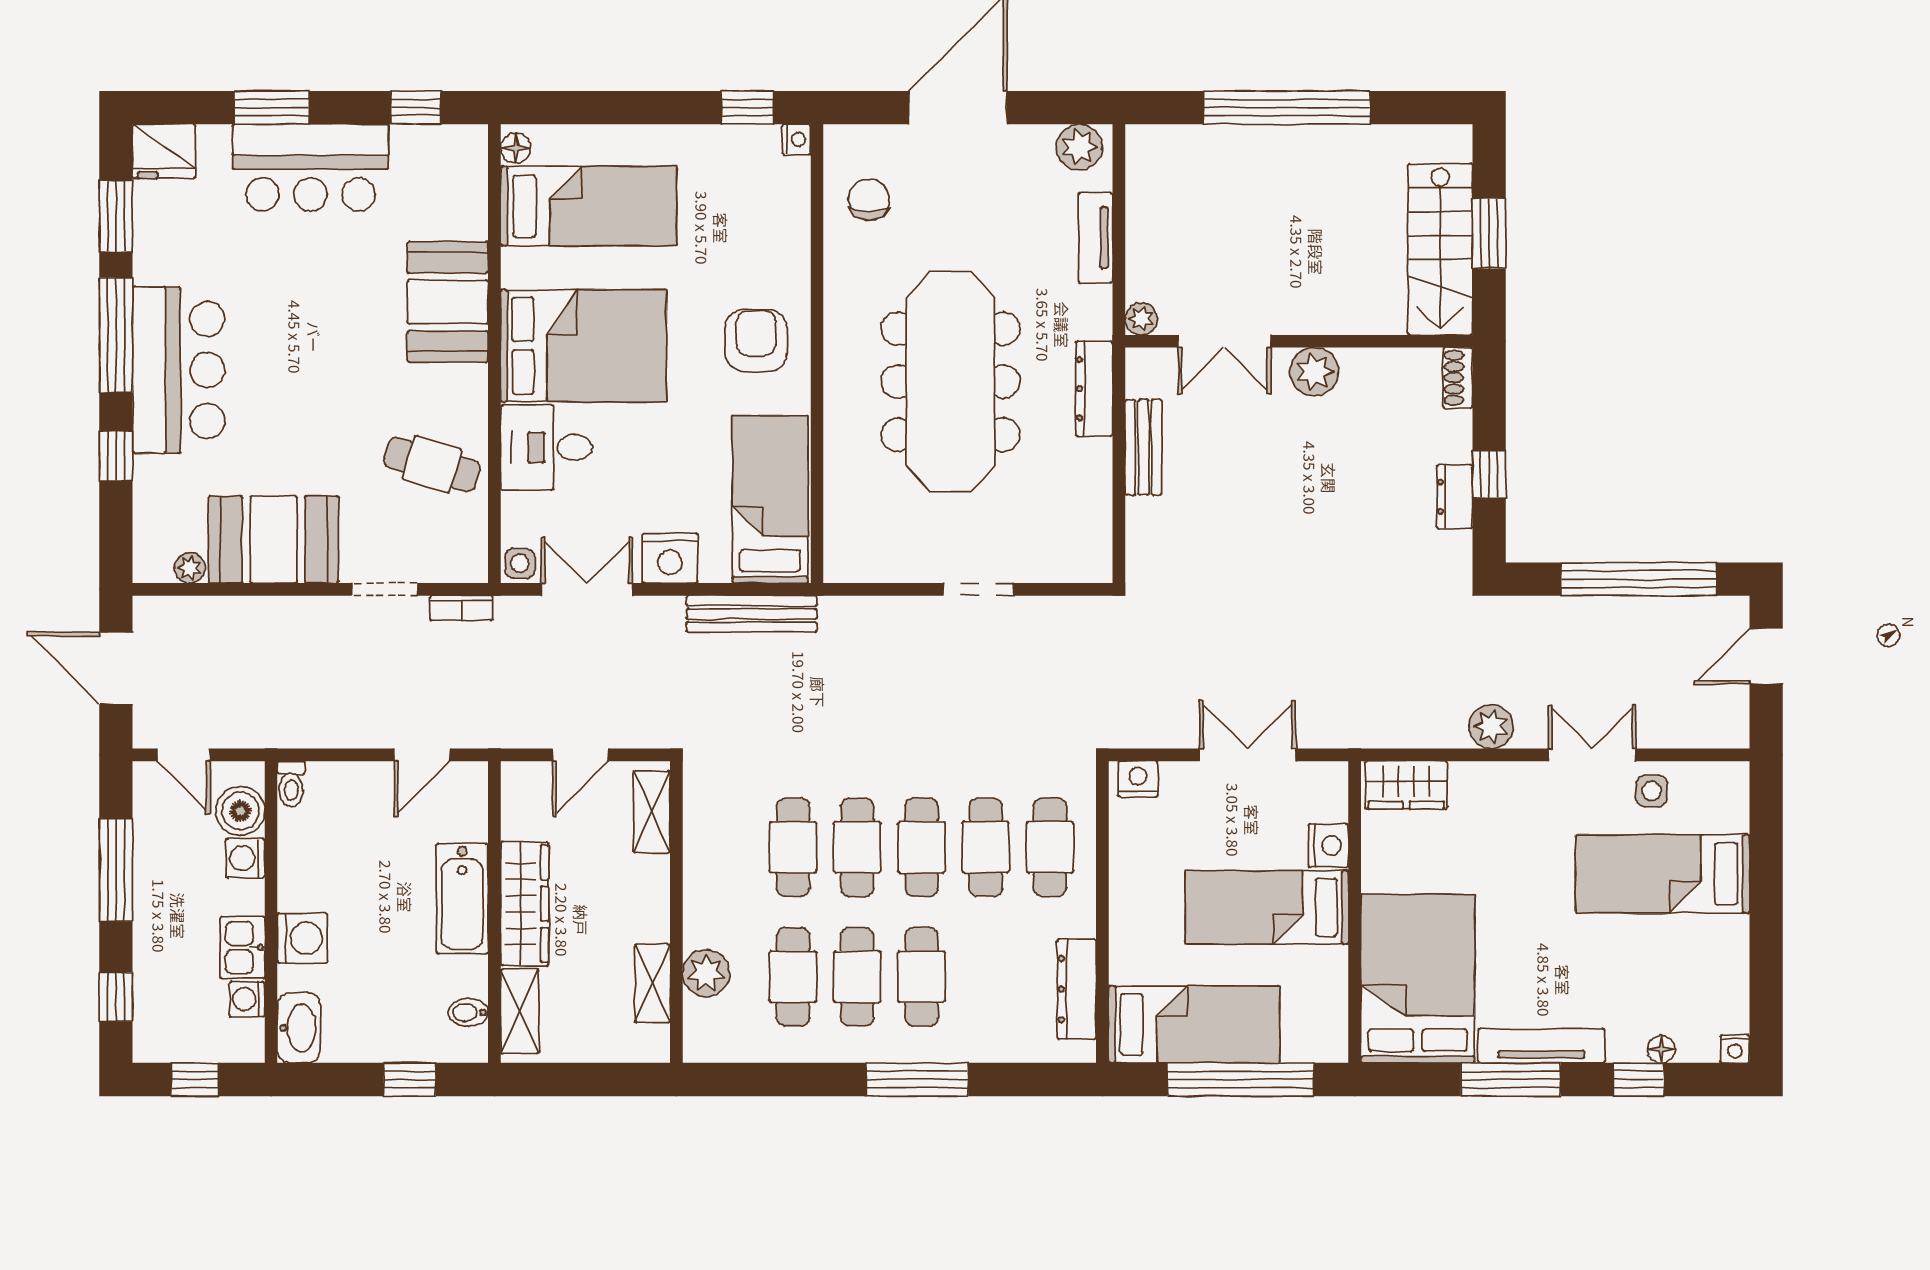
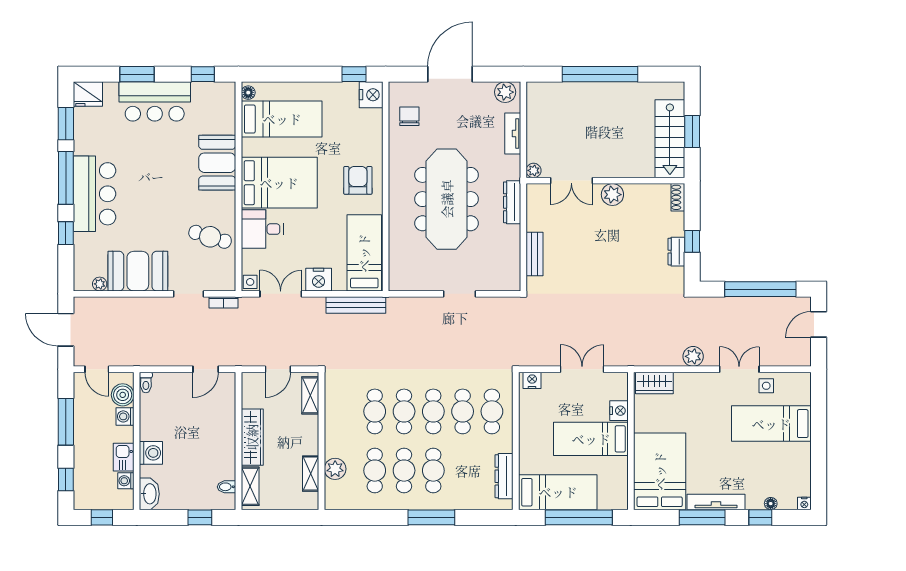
nightstand: (796, 139) -> (371, 95), width x1.89, depth x1.79
bench: (1143, 447) -> (535, 254), moved
bathtub: (462, 899) -> (224, 435), removed

